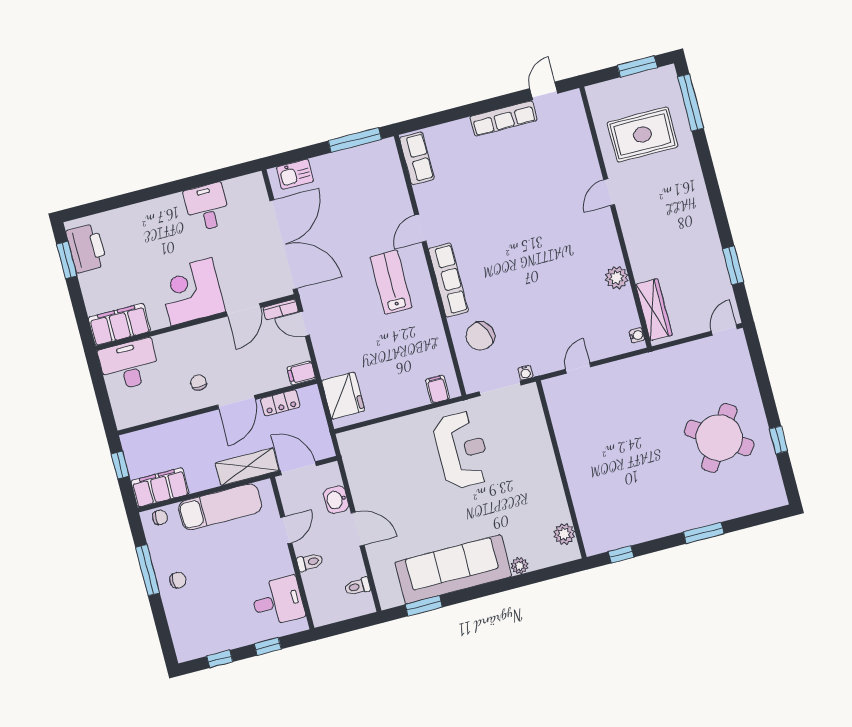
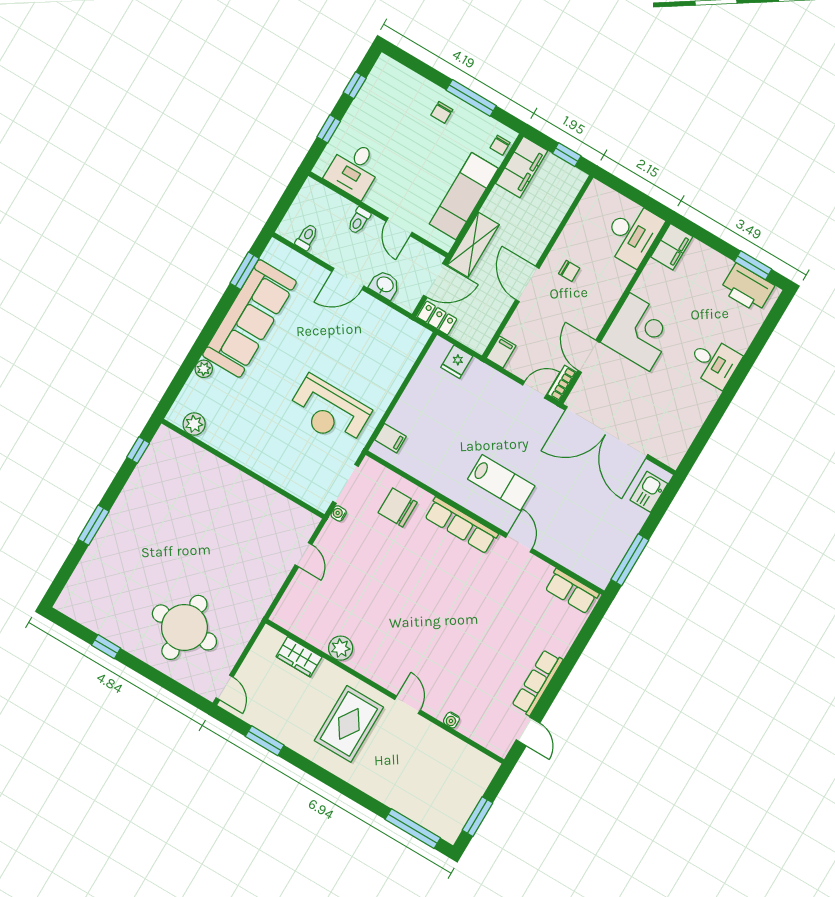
rug: (642, 135) -> (349, 724), moved
desk: (207, 207) -> (714, 362), moved
wardrobe: (654, 310) -> (299, 657), width x0.67
filing cabinet: (119, 324) -> (672, 247), width x0.67, depth x0.86
water cooler: (637, 335) -> (451, 720), moved
chair: (480, 336) -> (398, 508), turned -66
fridge: (343, 396) -> (457, 362), width x0.53, depth x0.75
locker: (280, 403) -> (437, 318), moved, turned 90
round table: (719, 438) -> (184, 627), moved, turned -33

